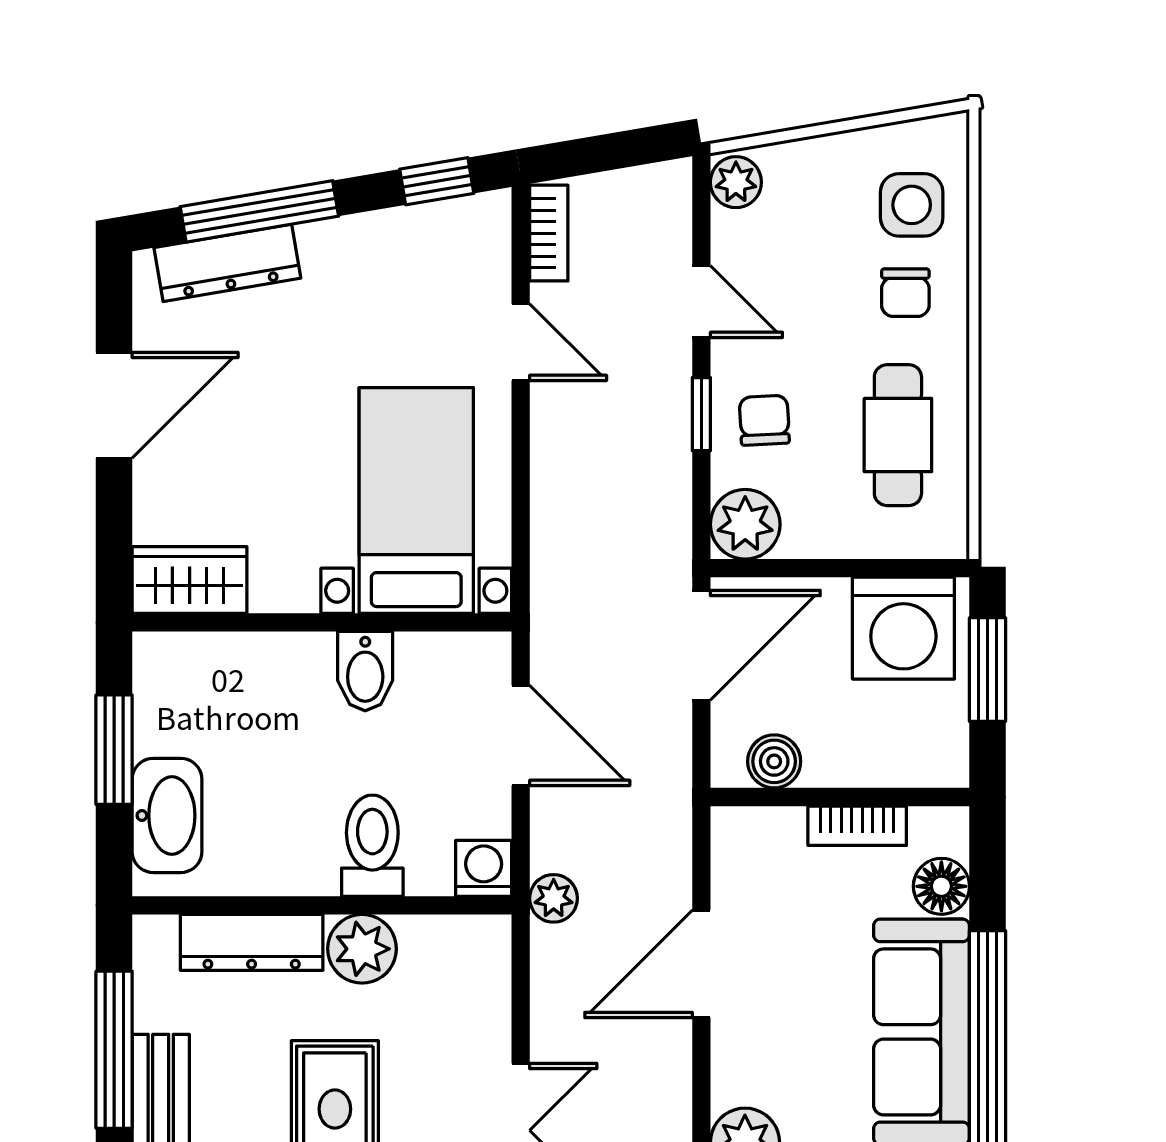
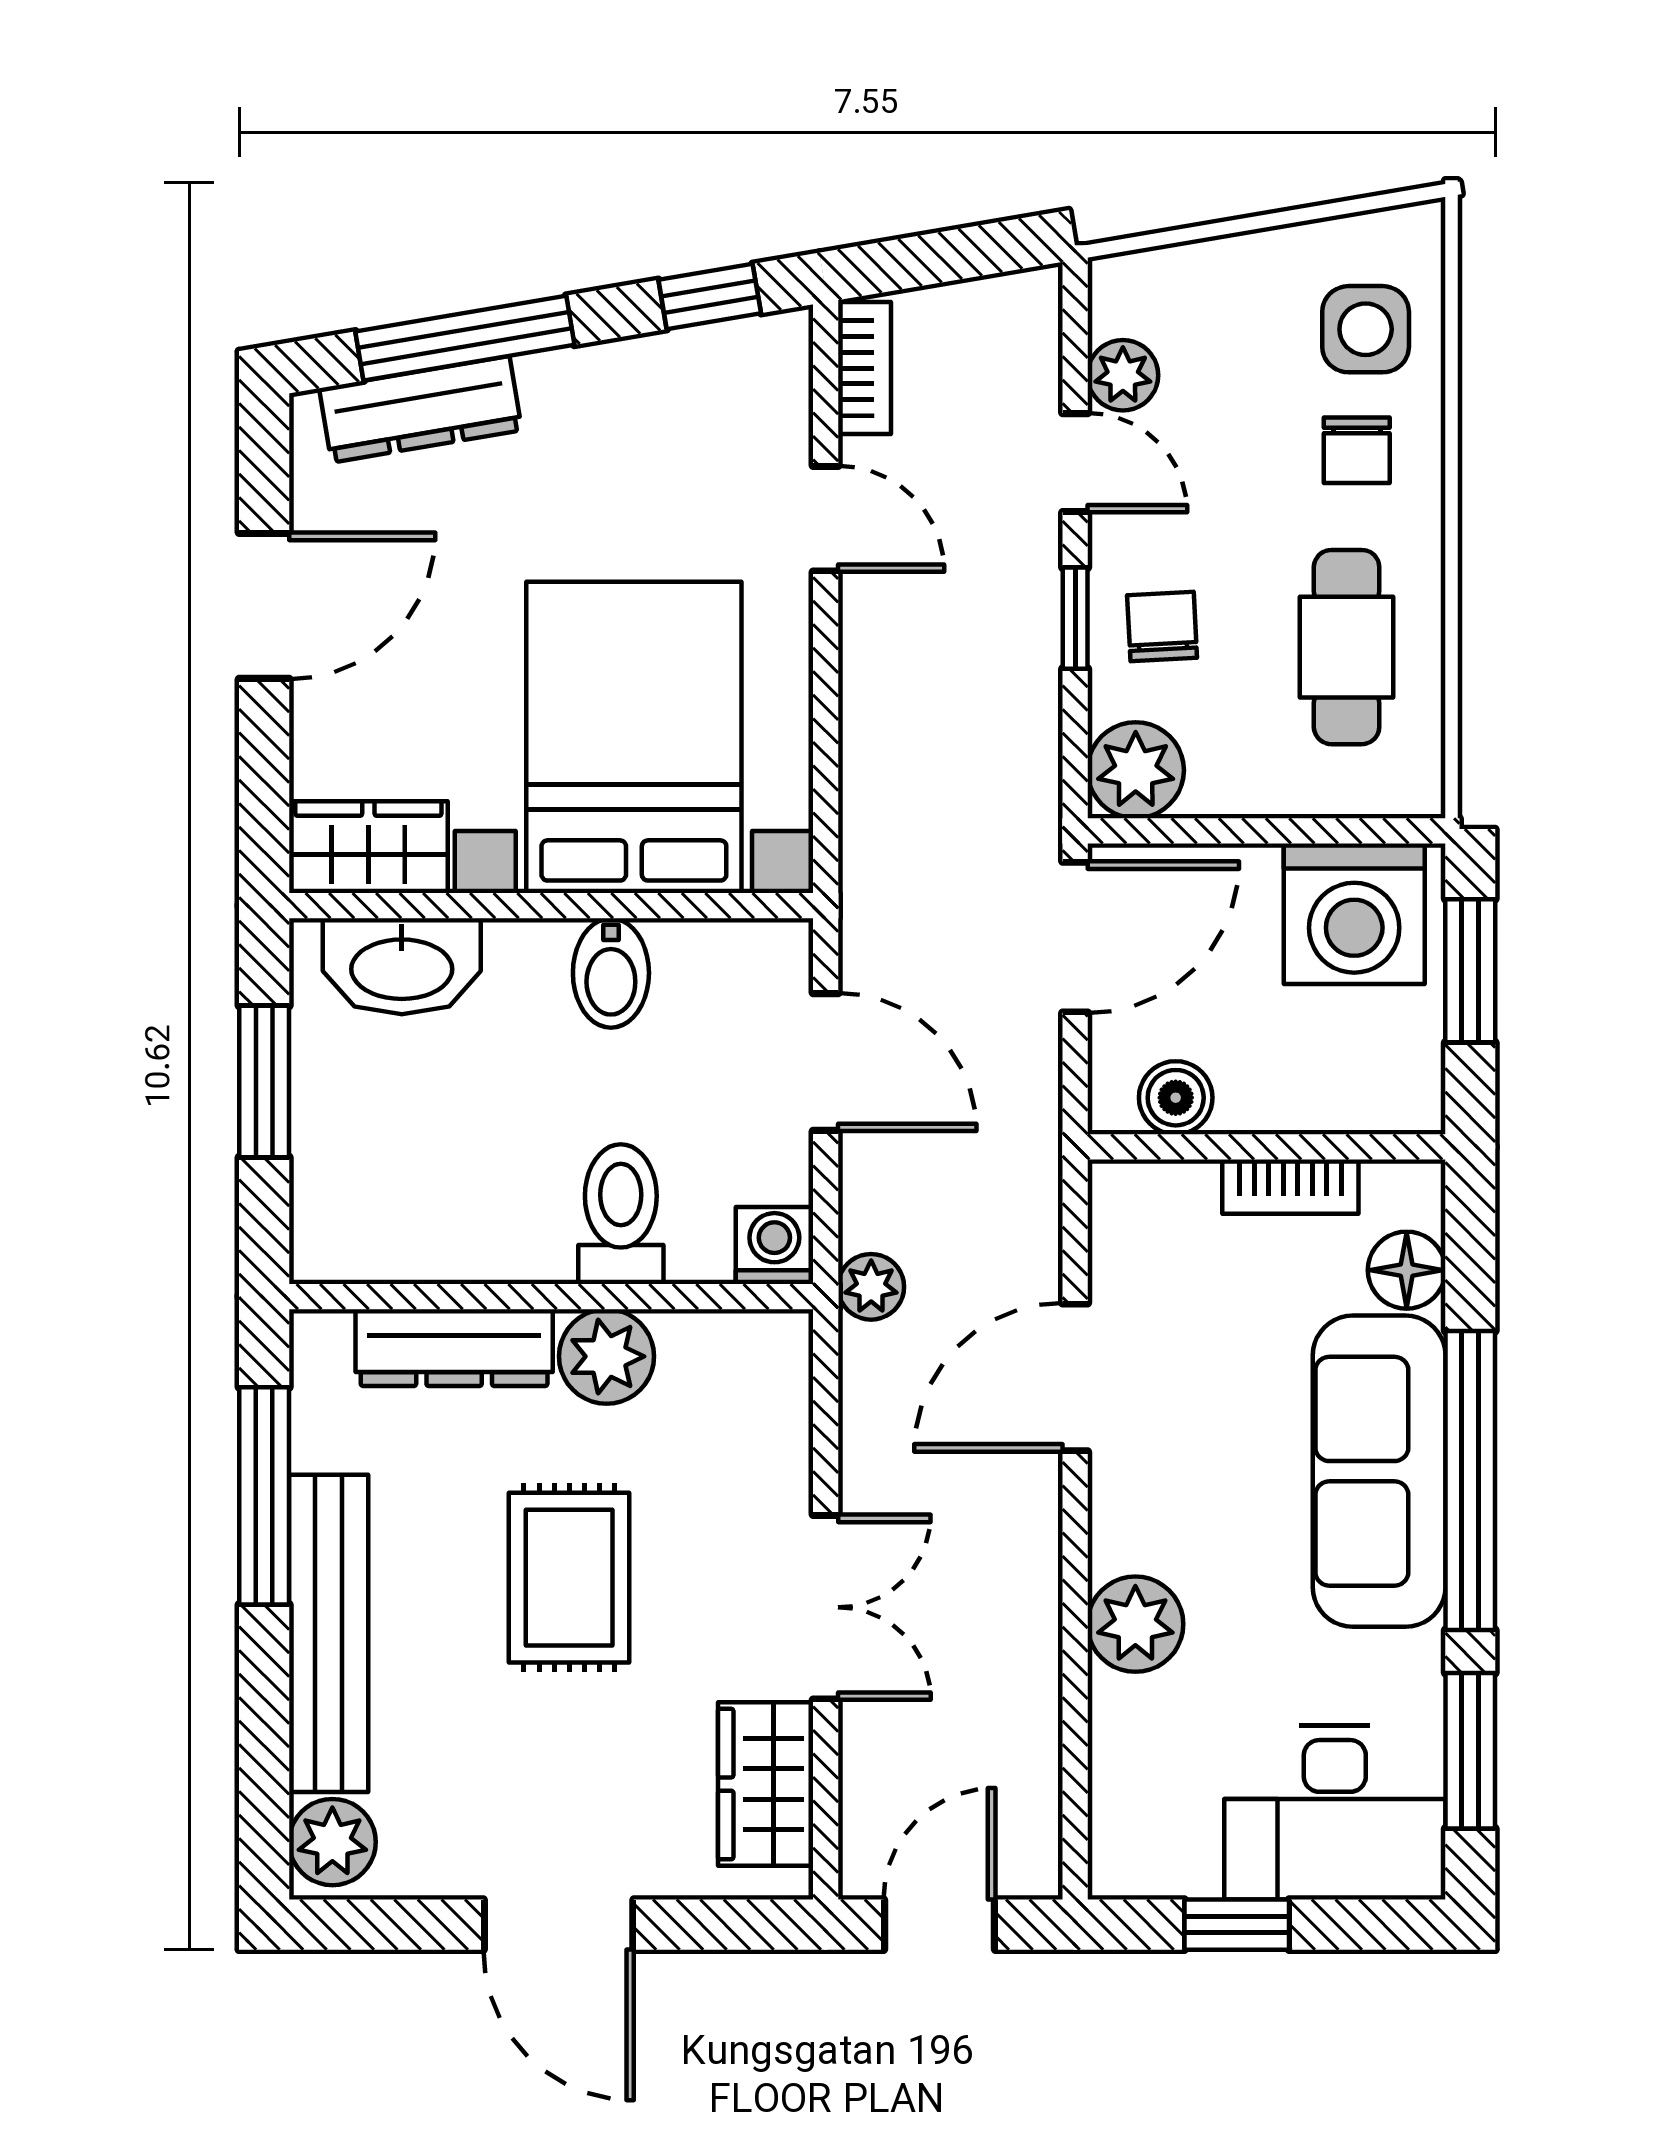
plant: (736, 182) -> (1123, 375), moved
bed with nightstands: (416, 500) -> (634, 737), width x1.36
washbasin: (167, 815) -> (402, 966), moved, turned 90

